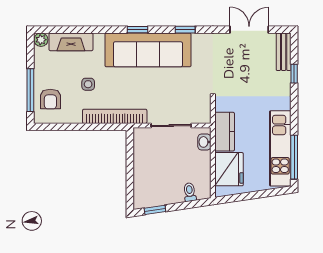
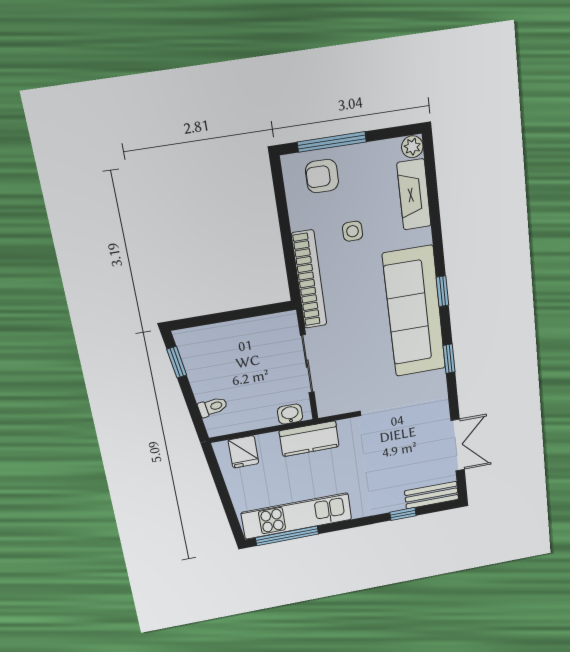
fridge: (229, 169) -> (243, 452), width x0.53, depth x0.75

